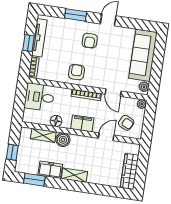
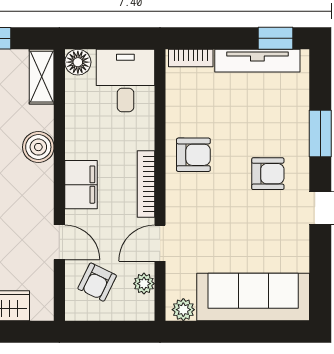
armchair: (90, 41) -> (268, 174), turned 180
window: (29, 43) -> (276, 38), moved
plant: (142, 104) -> (144, 284), moved
floor lamp: (56, 121) -> (78, 62), moved
shelving: (43, 135) -> (42, 77), moved

